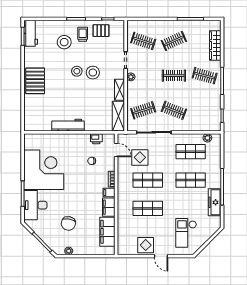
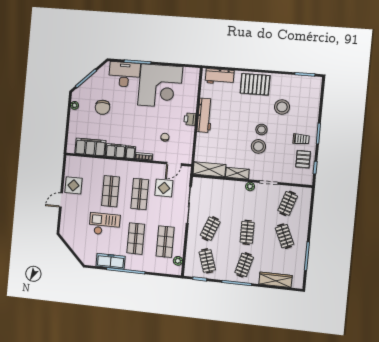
workbench: (31, 33) -> (220, 77), moved
stool: (64, 42) -> (282, 107), moved
clothes rail: (143, 110) -> (207, 261), moved
printer: (96, 139) -> (190, 119), moved
chair: (68, 223) -> (103, 107), turned -100
checkout: (186, 233) -> (105, 224), moved

